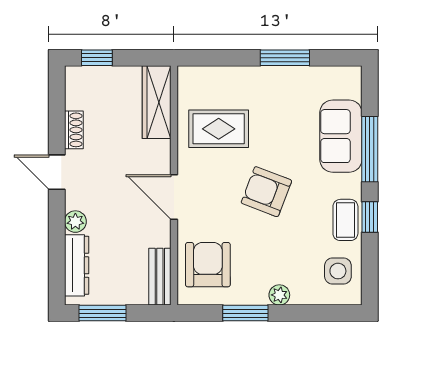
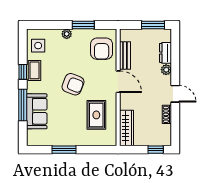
rug: (219, 129) -> (96, 115), turned 90
dresser: (77, 265) -> (166, 53), width x0.70
bench: (160, 277) -> (125, 55), moved

